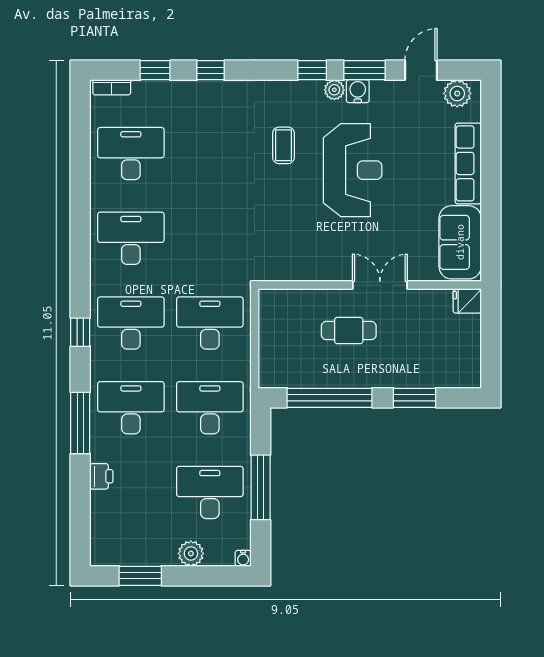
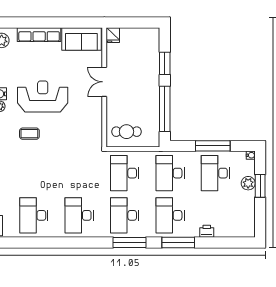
cafe table: (349, 331) -> (126, 132), moved, turned 90
window: (80, 332) -> (130, 243), width x2.17
window: (140, 576) -> (260, 186), moved

